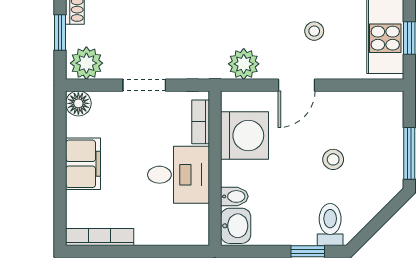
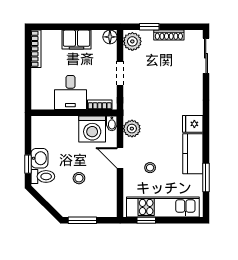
bidet: (234, 196) -> (112, 123), moved
washbasin: (236, 226) -> (39, 158), moved, turned -90

